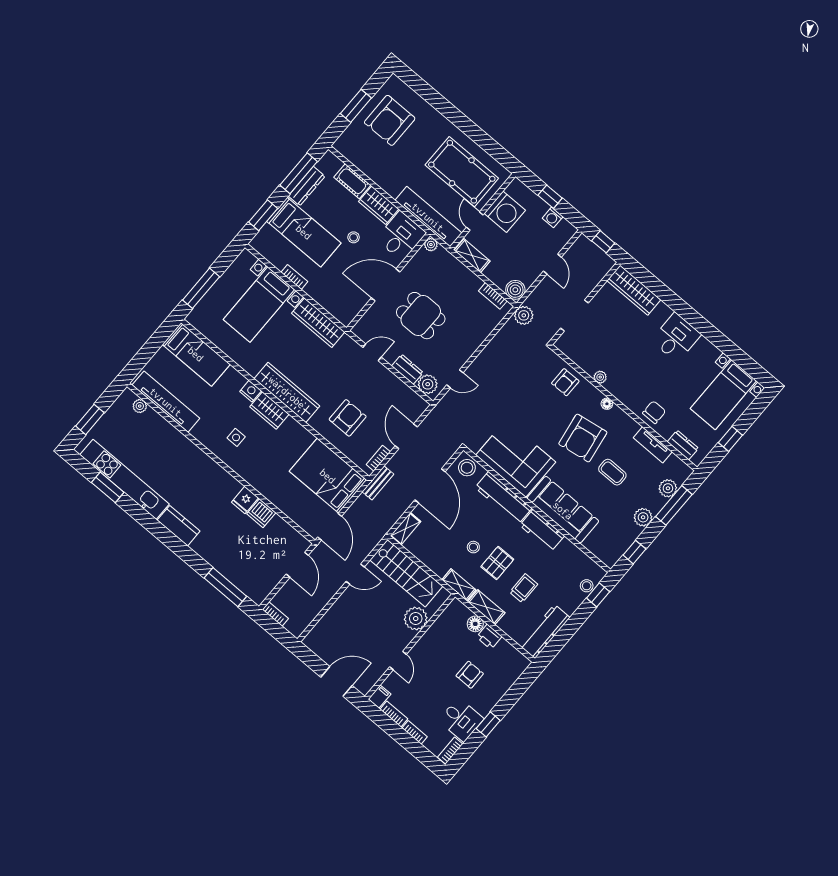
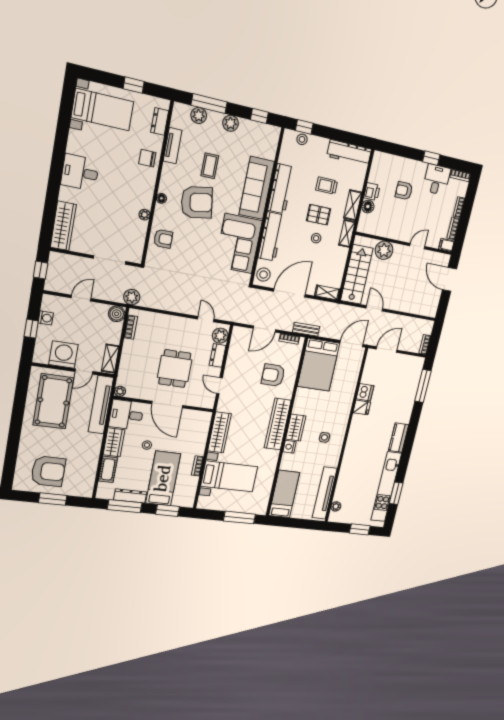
workbench: (542, 531) -> (281, 189), width x1.38

